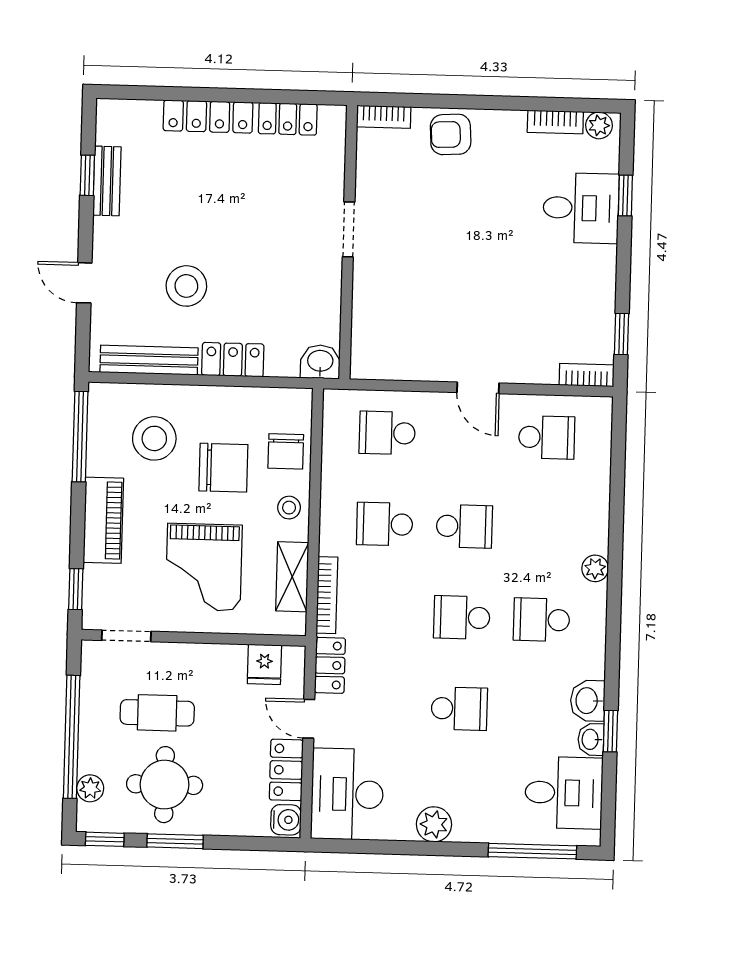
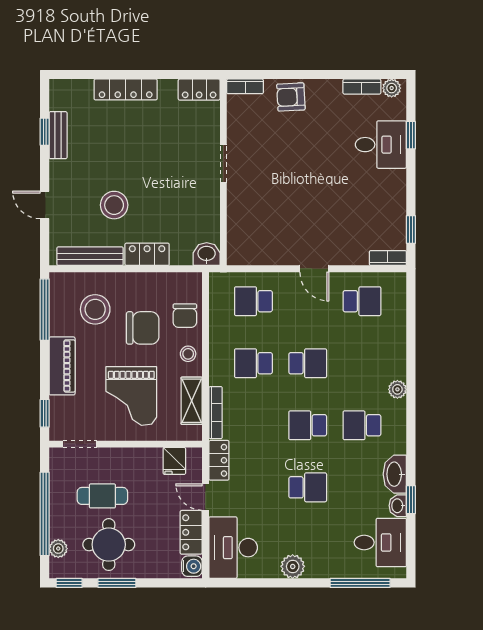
locker: (288, 119) -> (199, 90), moved
washbasin: (588, 701) -> (395, 474), width x1.38

